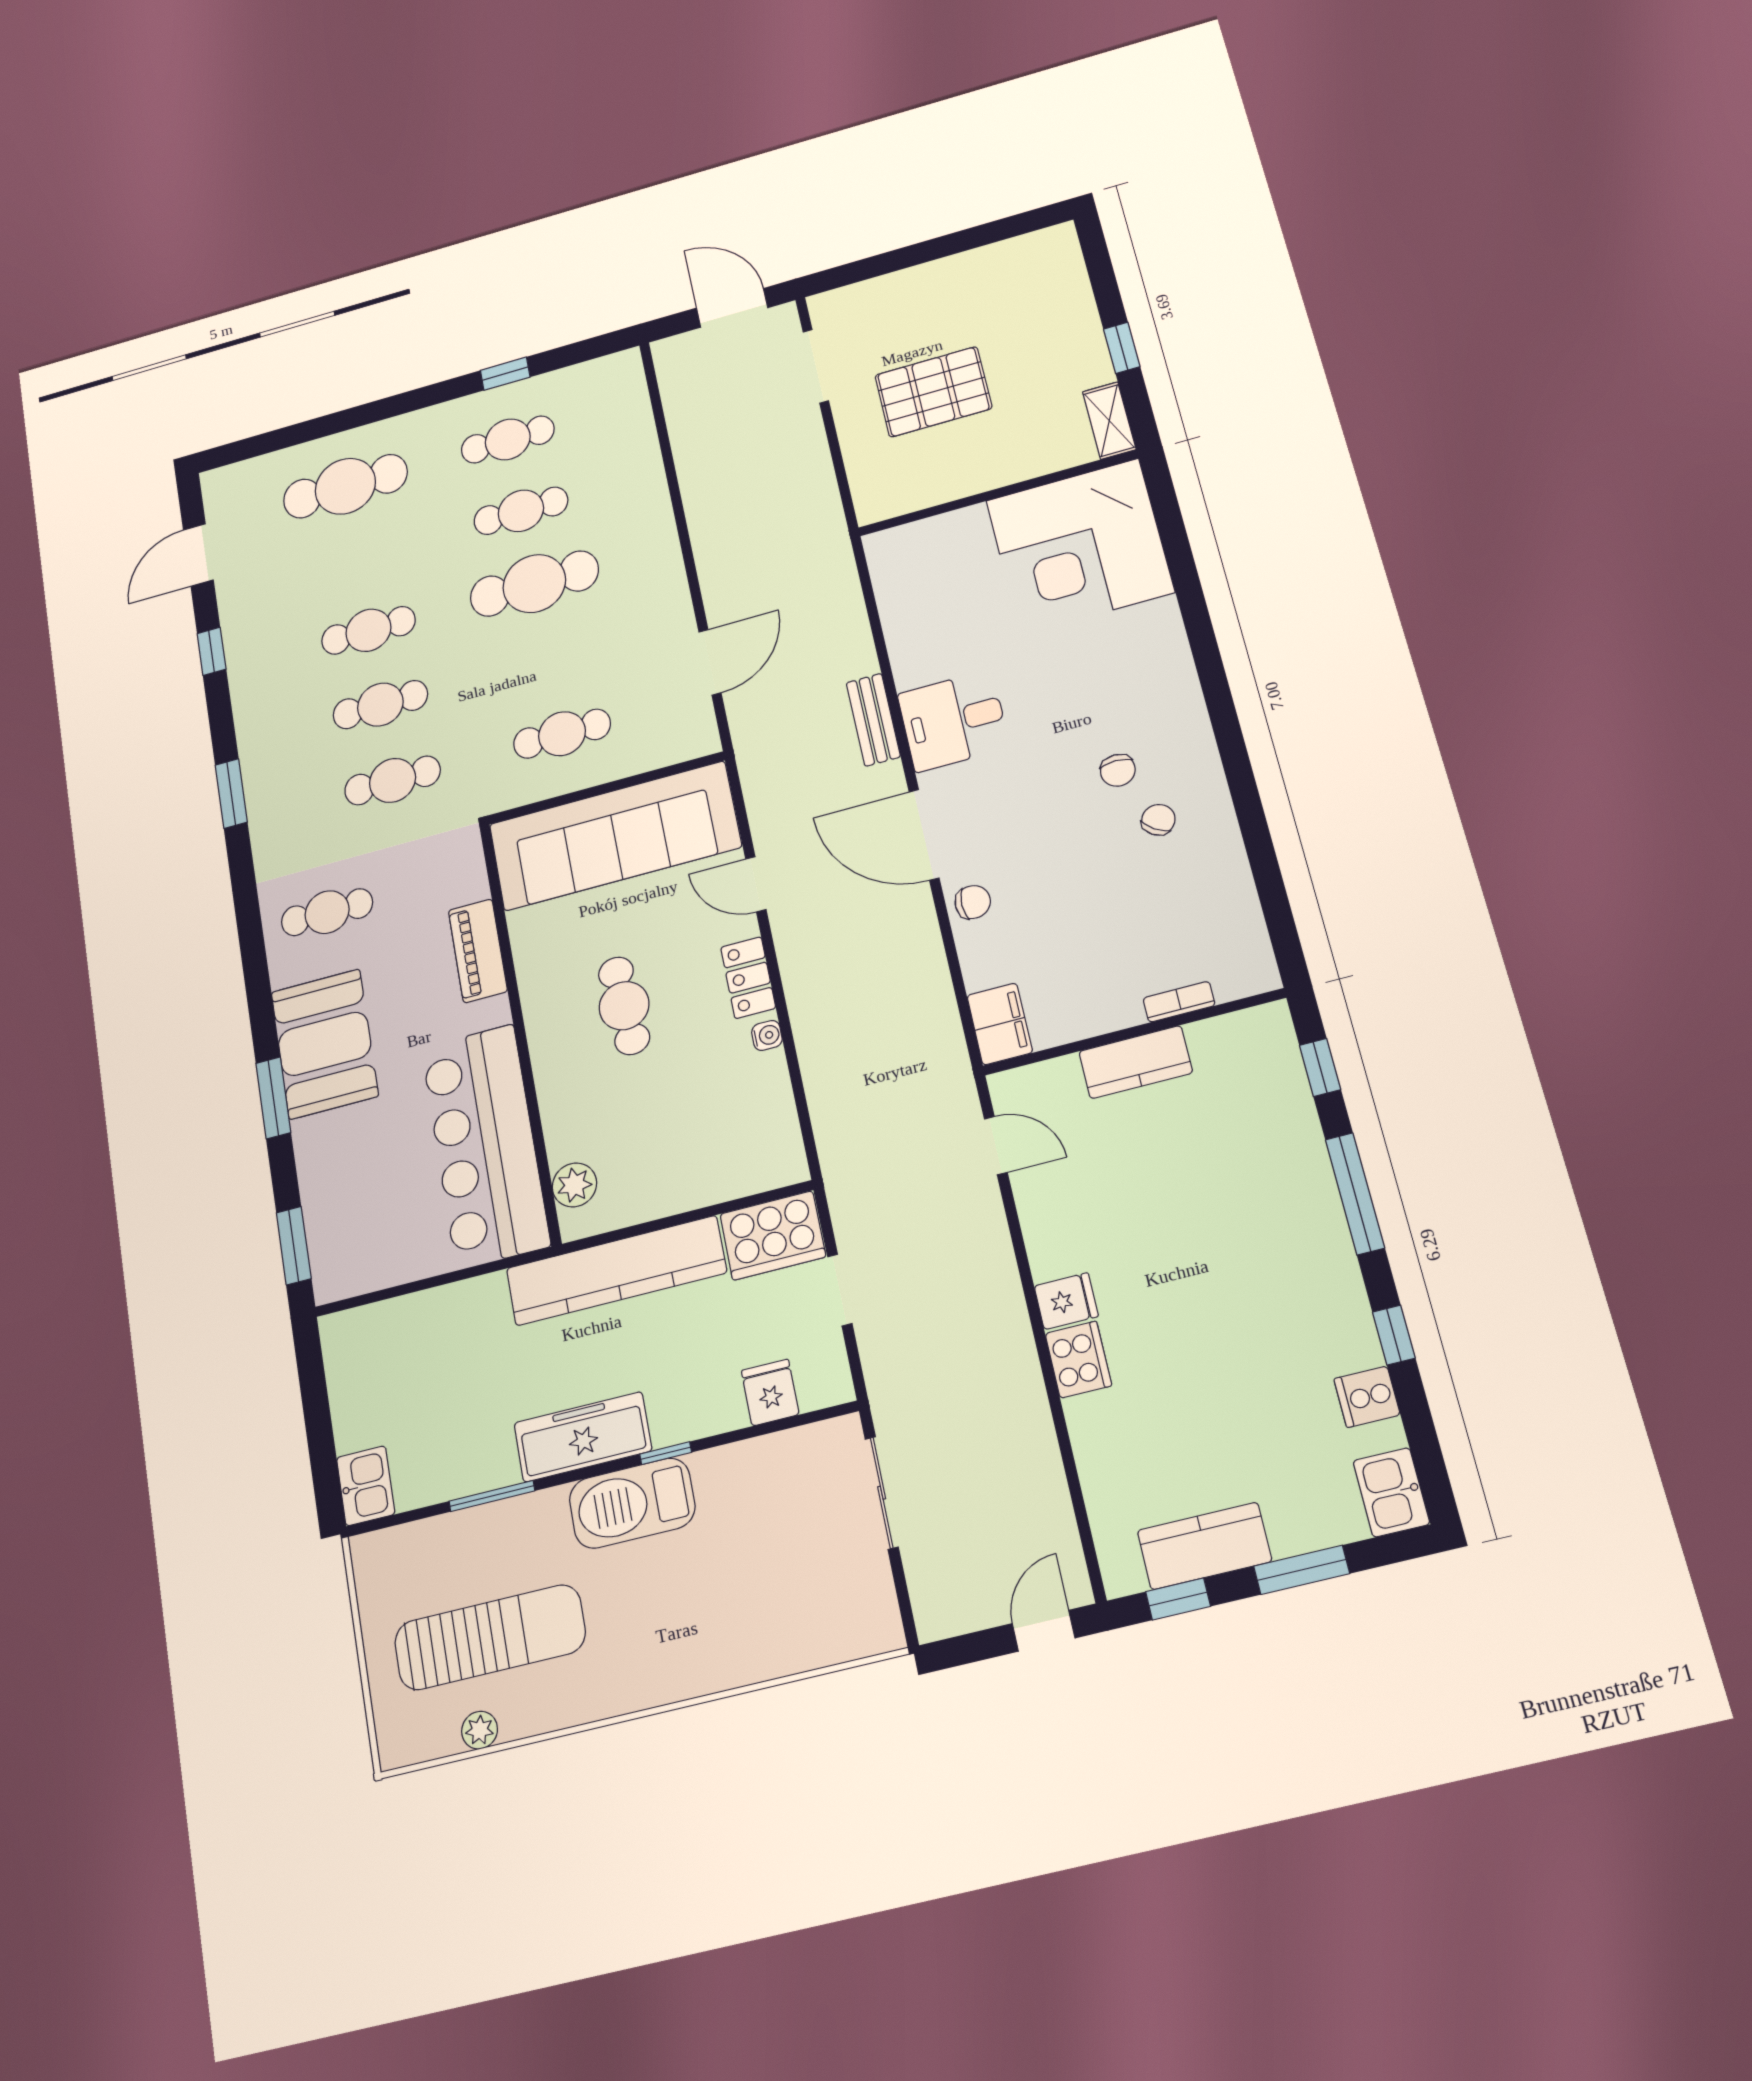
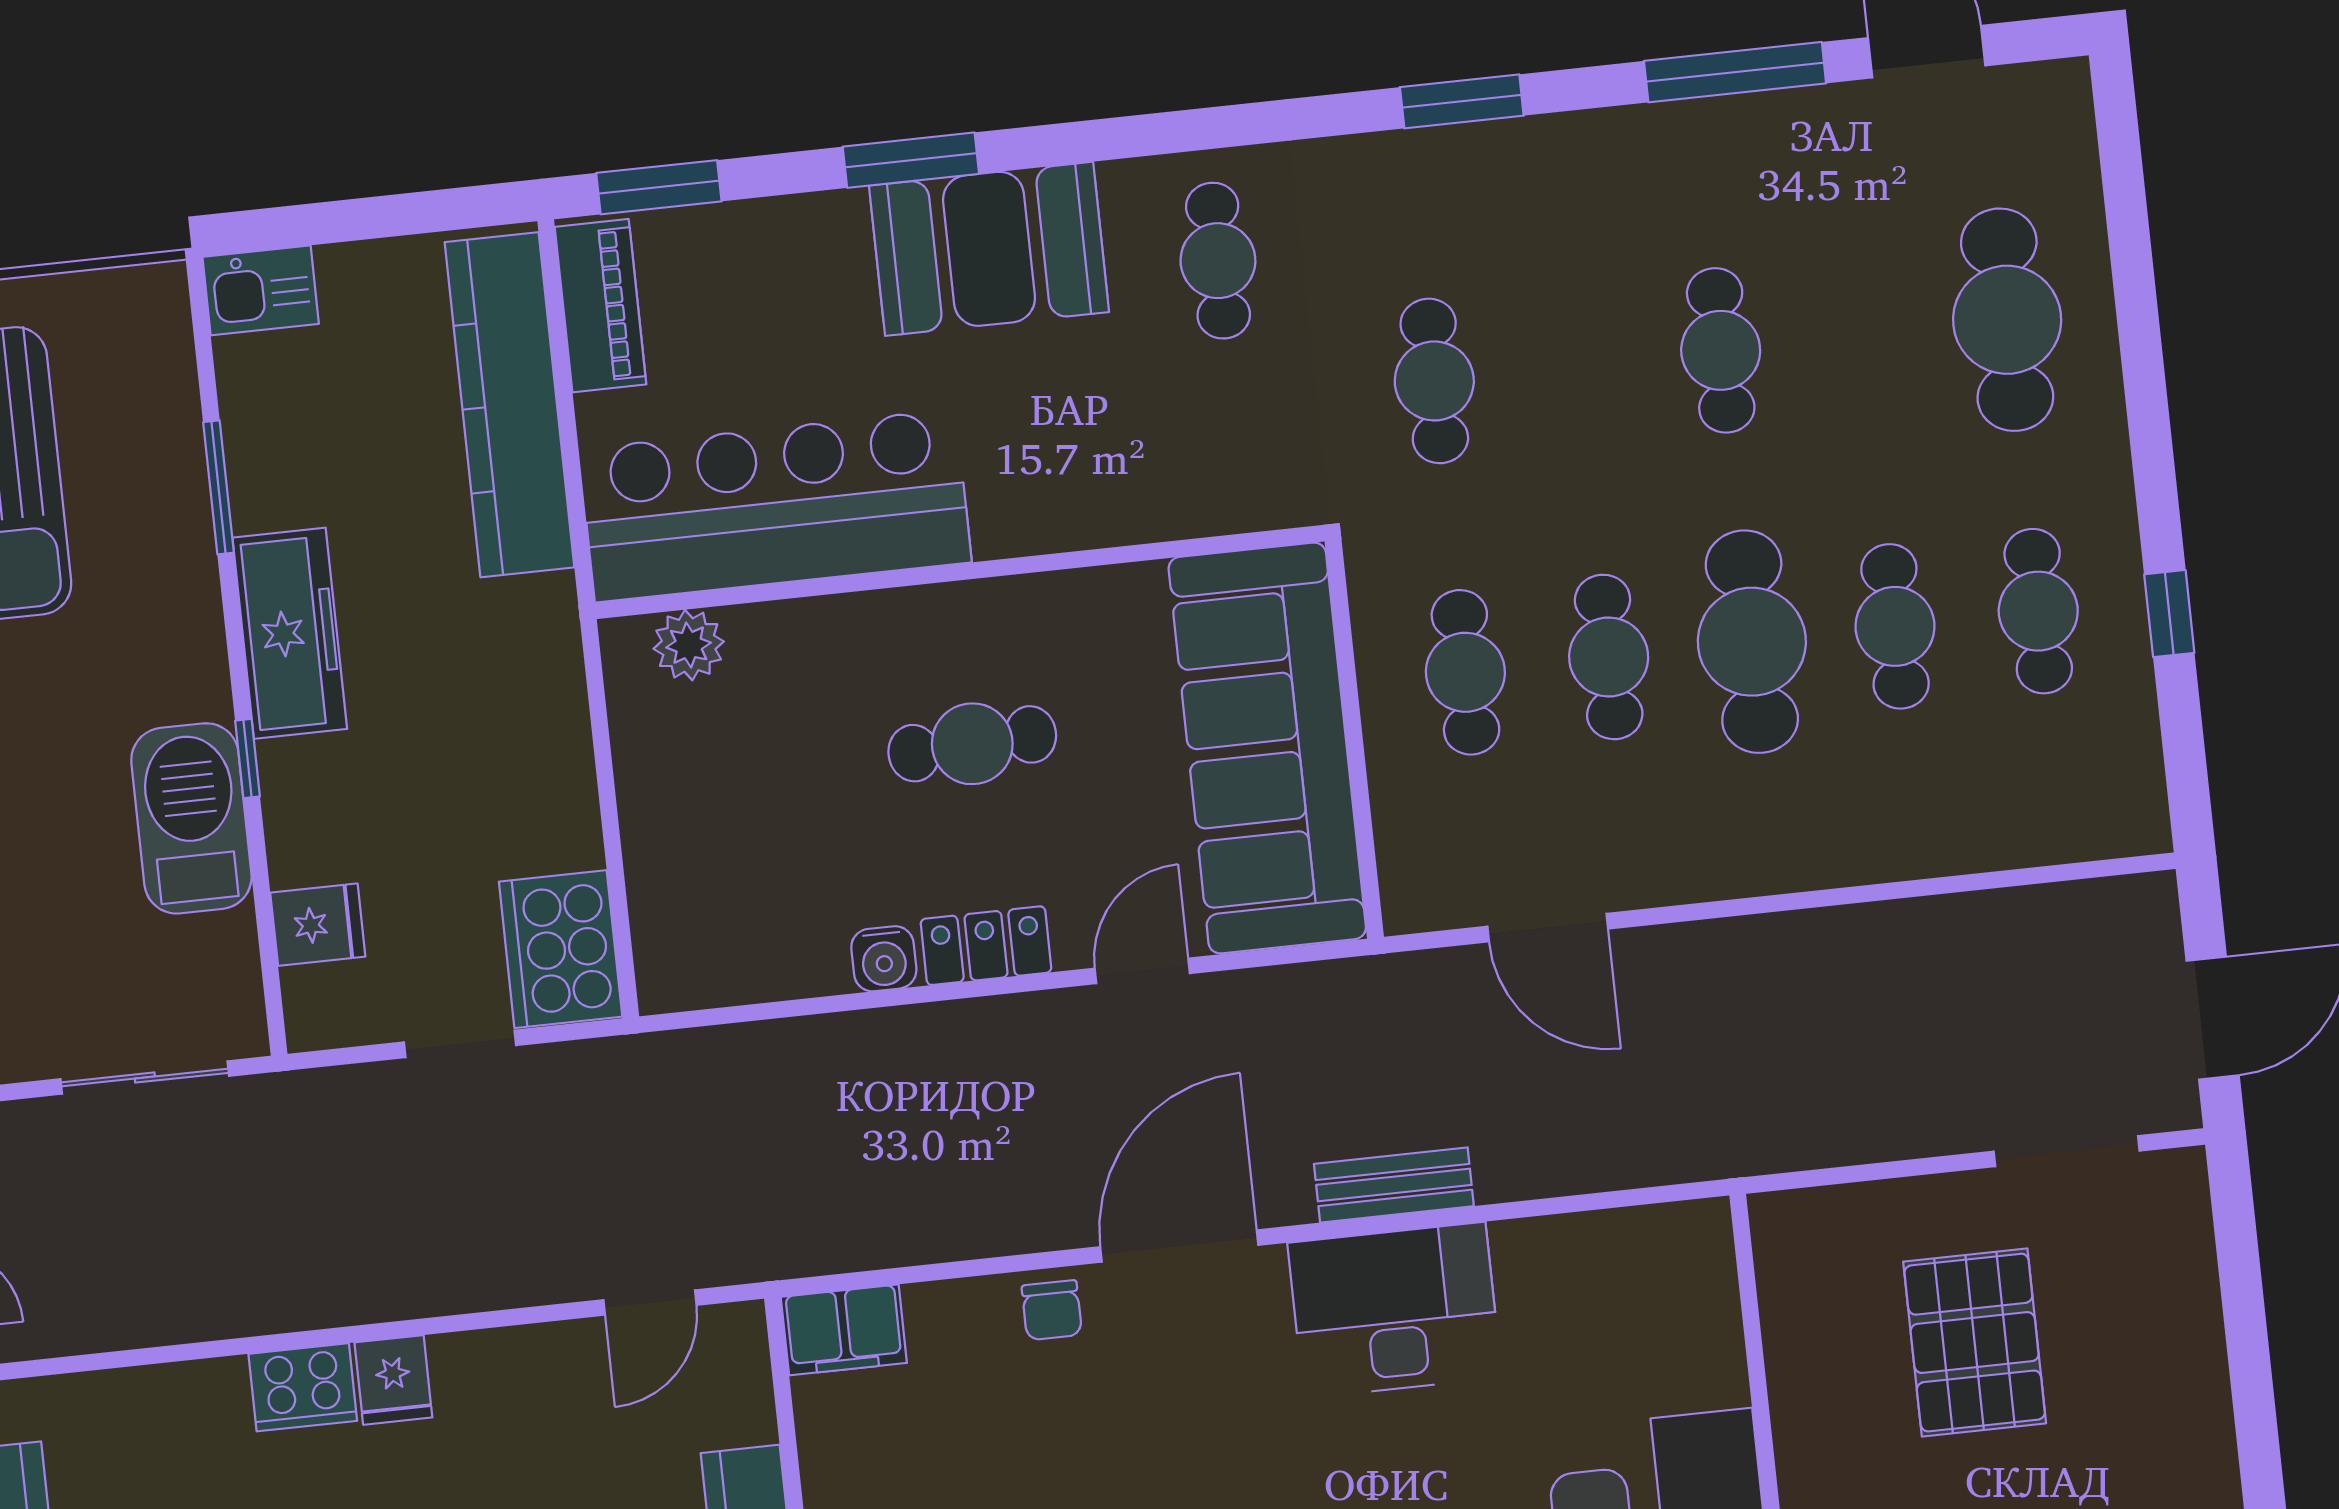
window: (212, 651) -> (1735, 72), width x2.17
cafe table: (380, 705) -> (1609, 657), moved
desk: (954, 721) -> (1395, 1310), width x1.37
piano: (478, 951) -> (601, 306), moved, turned 90
water cooler: (767, 1035) -> (884, 959), width x1.38, depth x1.38
kitchen counter: (616, 1271) -> (510, 405), moved
barbecue: (632, 1503) -> (191, 818), moved

